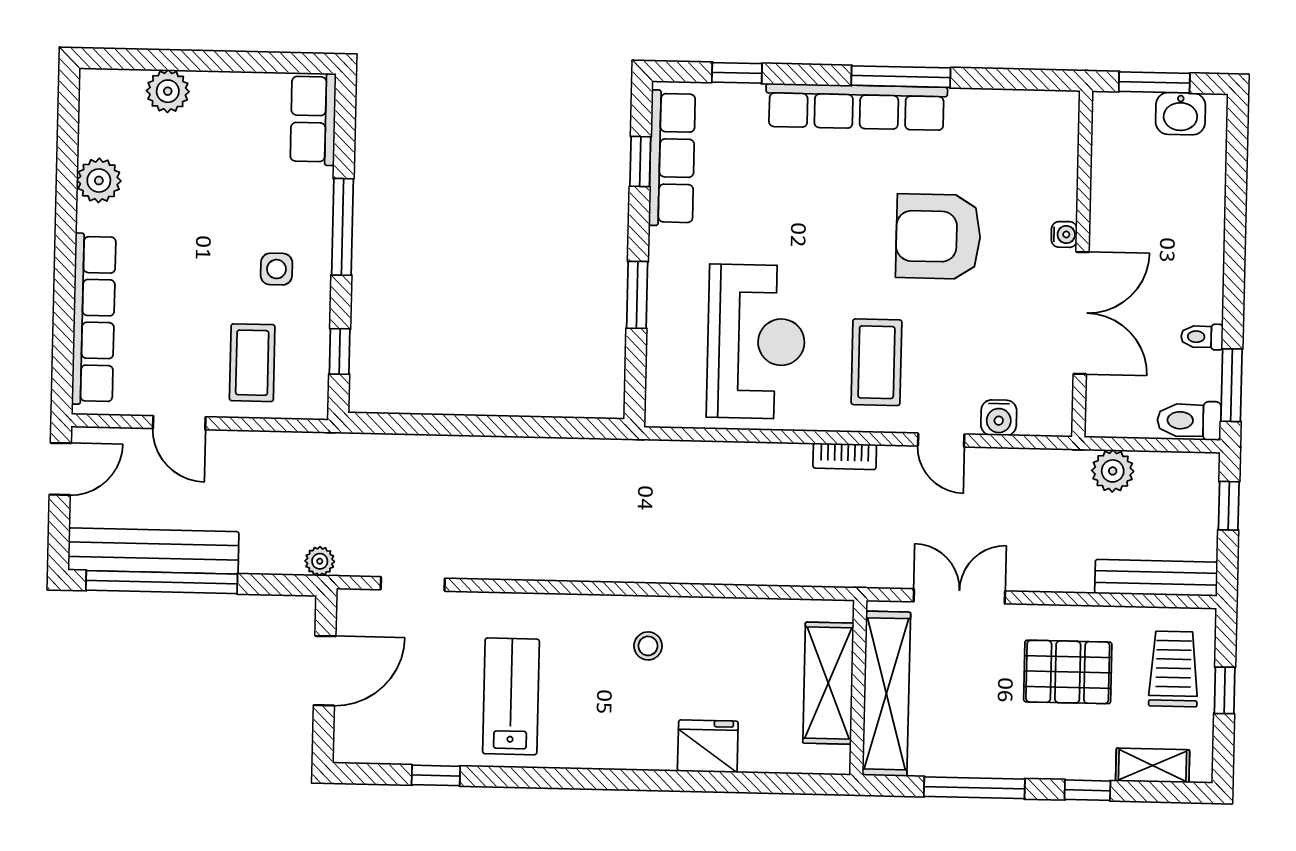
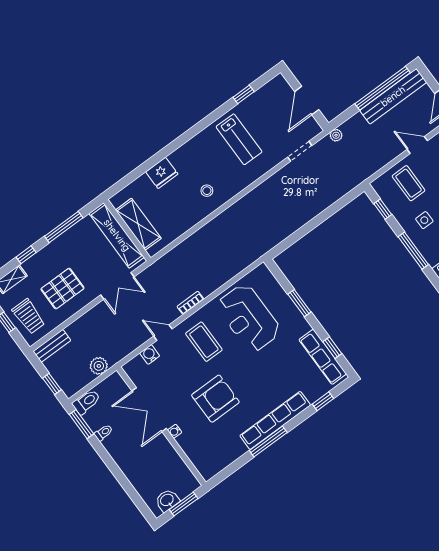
bench: (1156, 578) -> (52, 346), width x0.73

